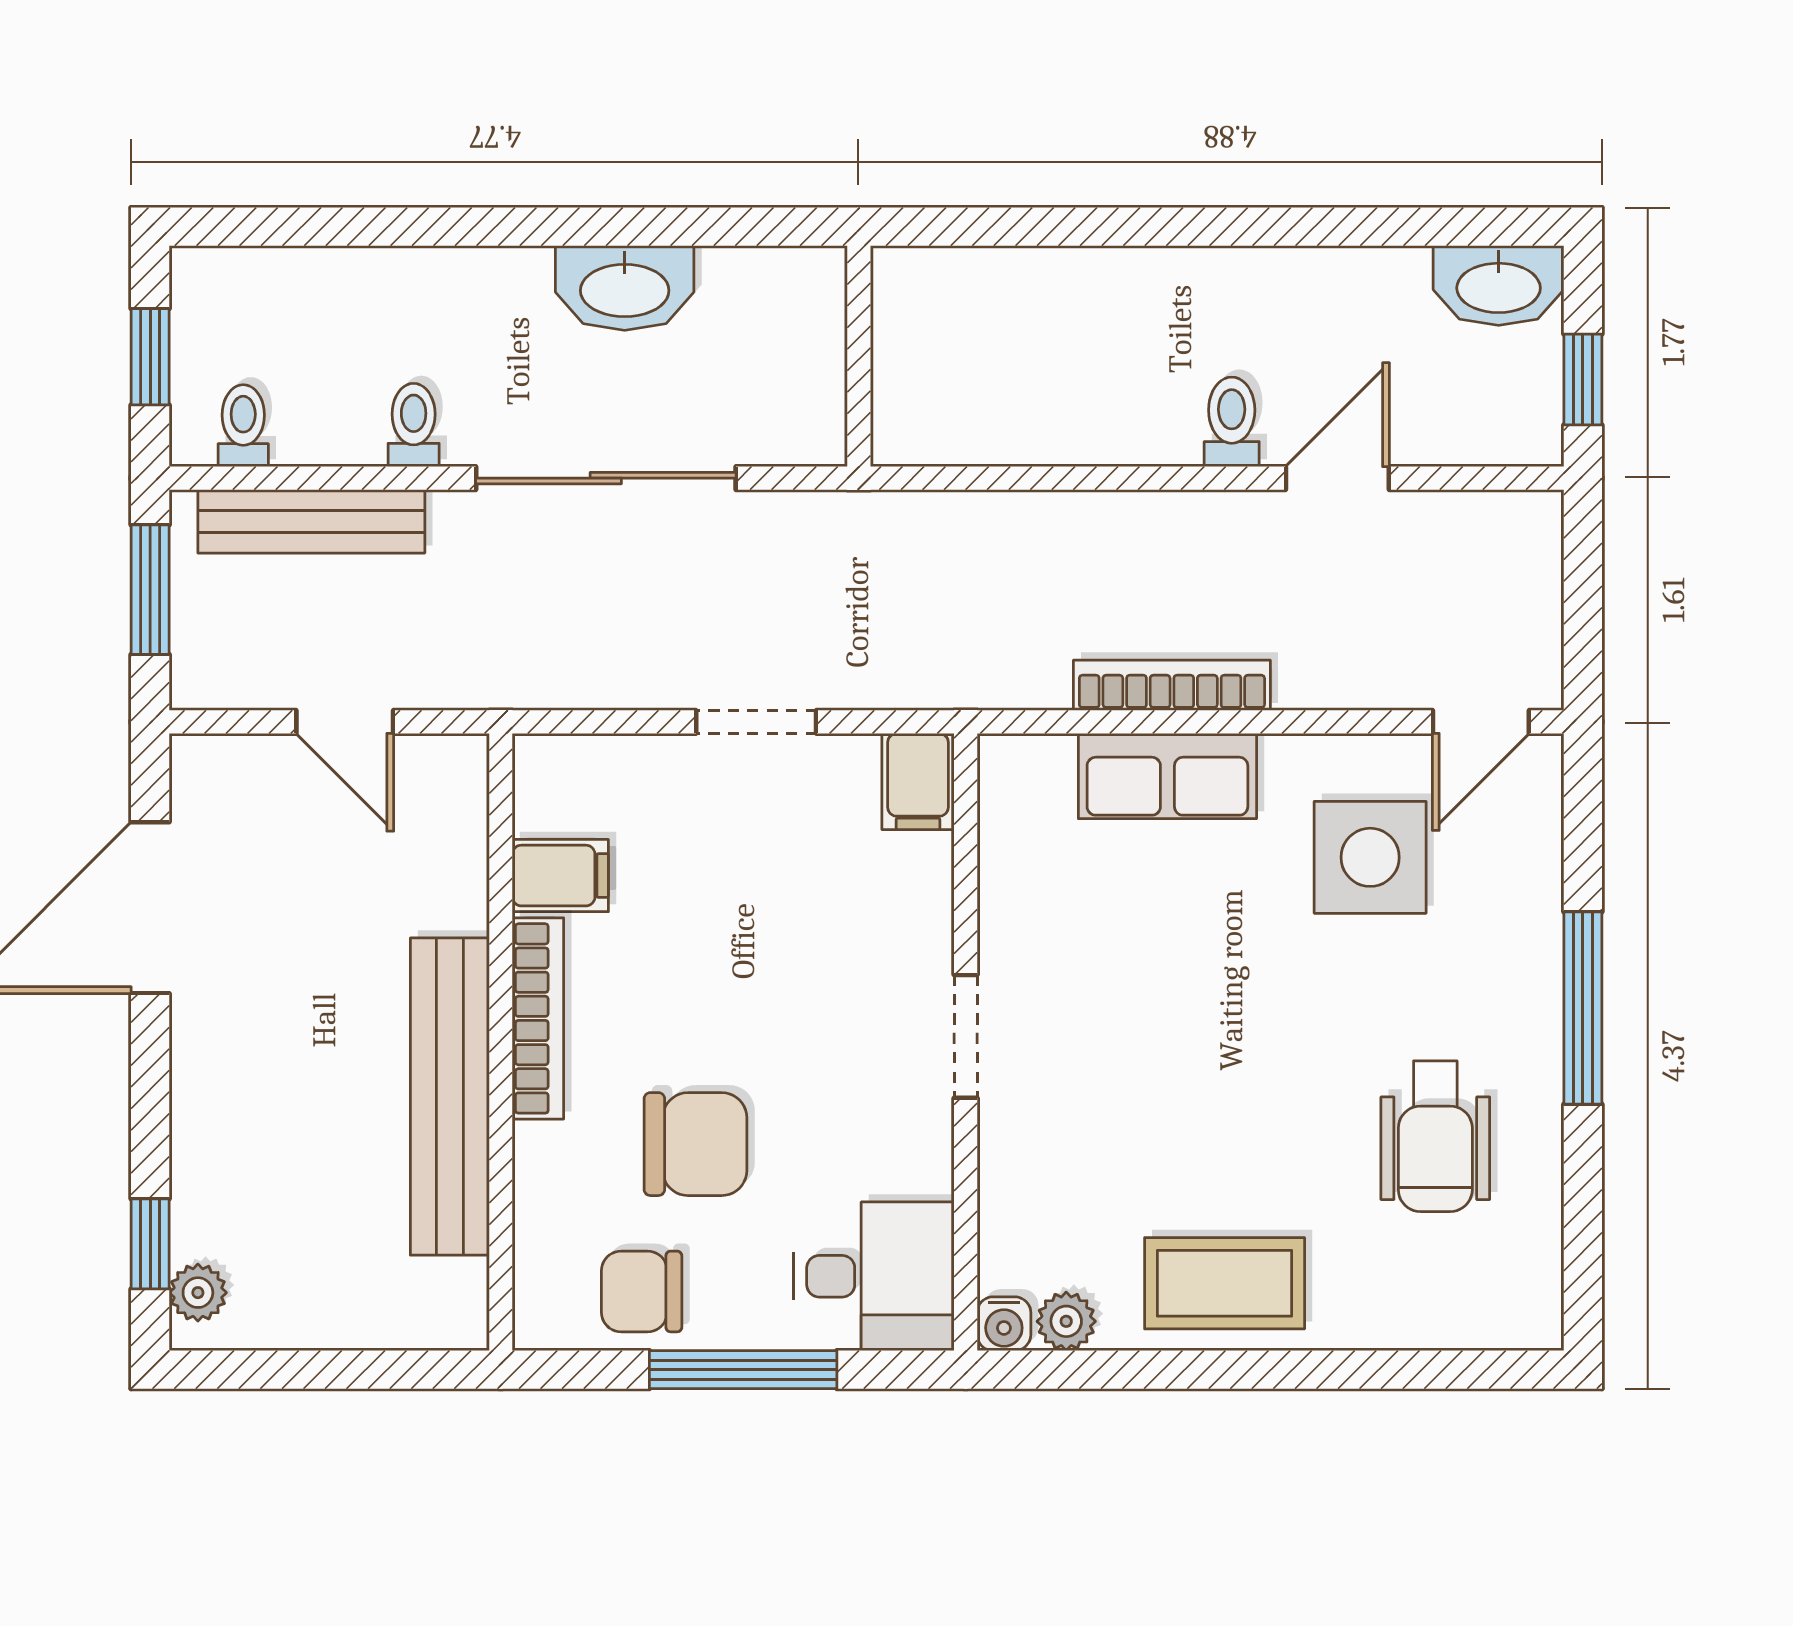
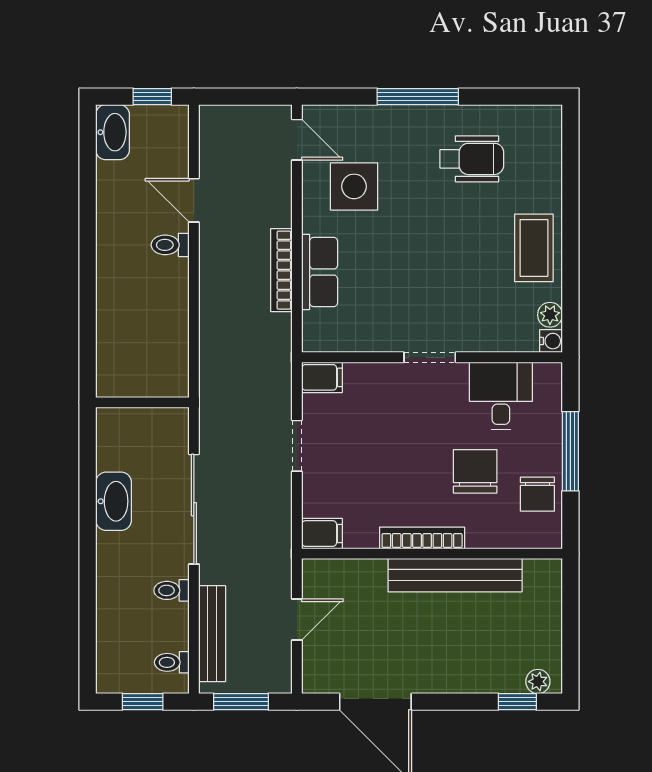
filing cabinet: (560, 876) -> (322, 534), moved, turned 90
desk: (874, 1276) -> (501, 396), moved

